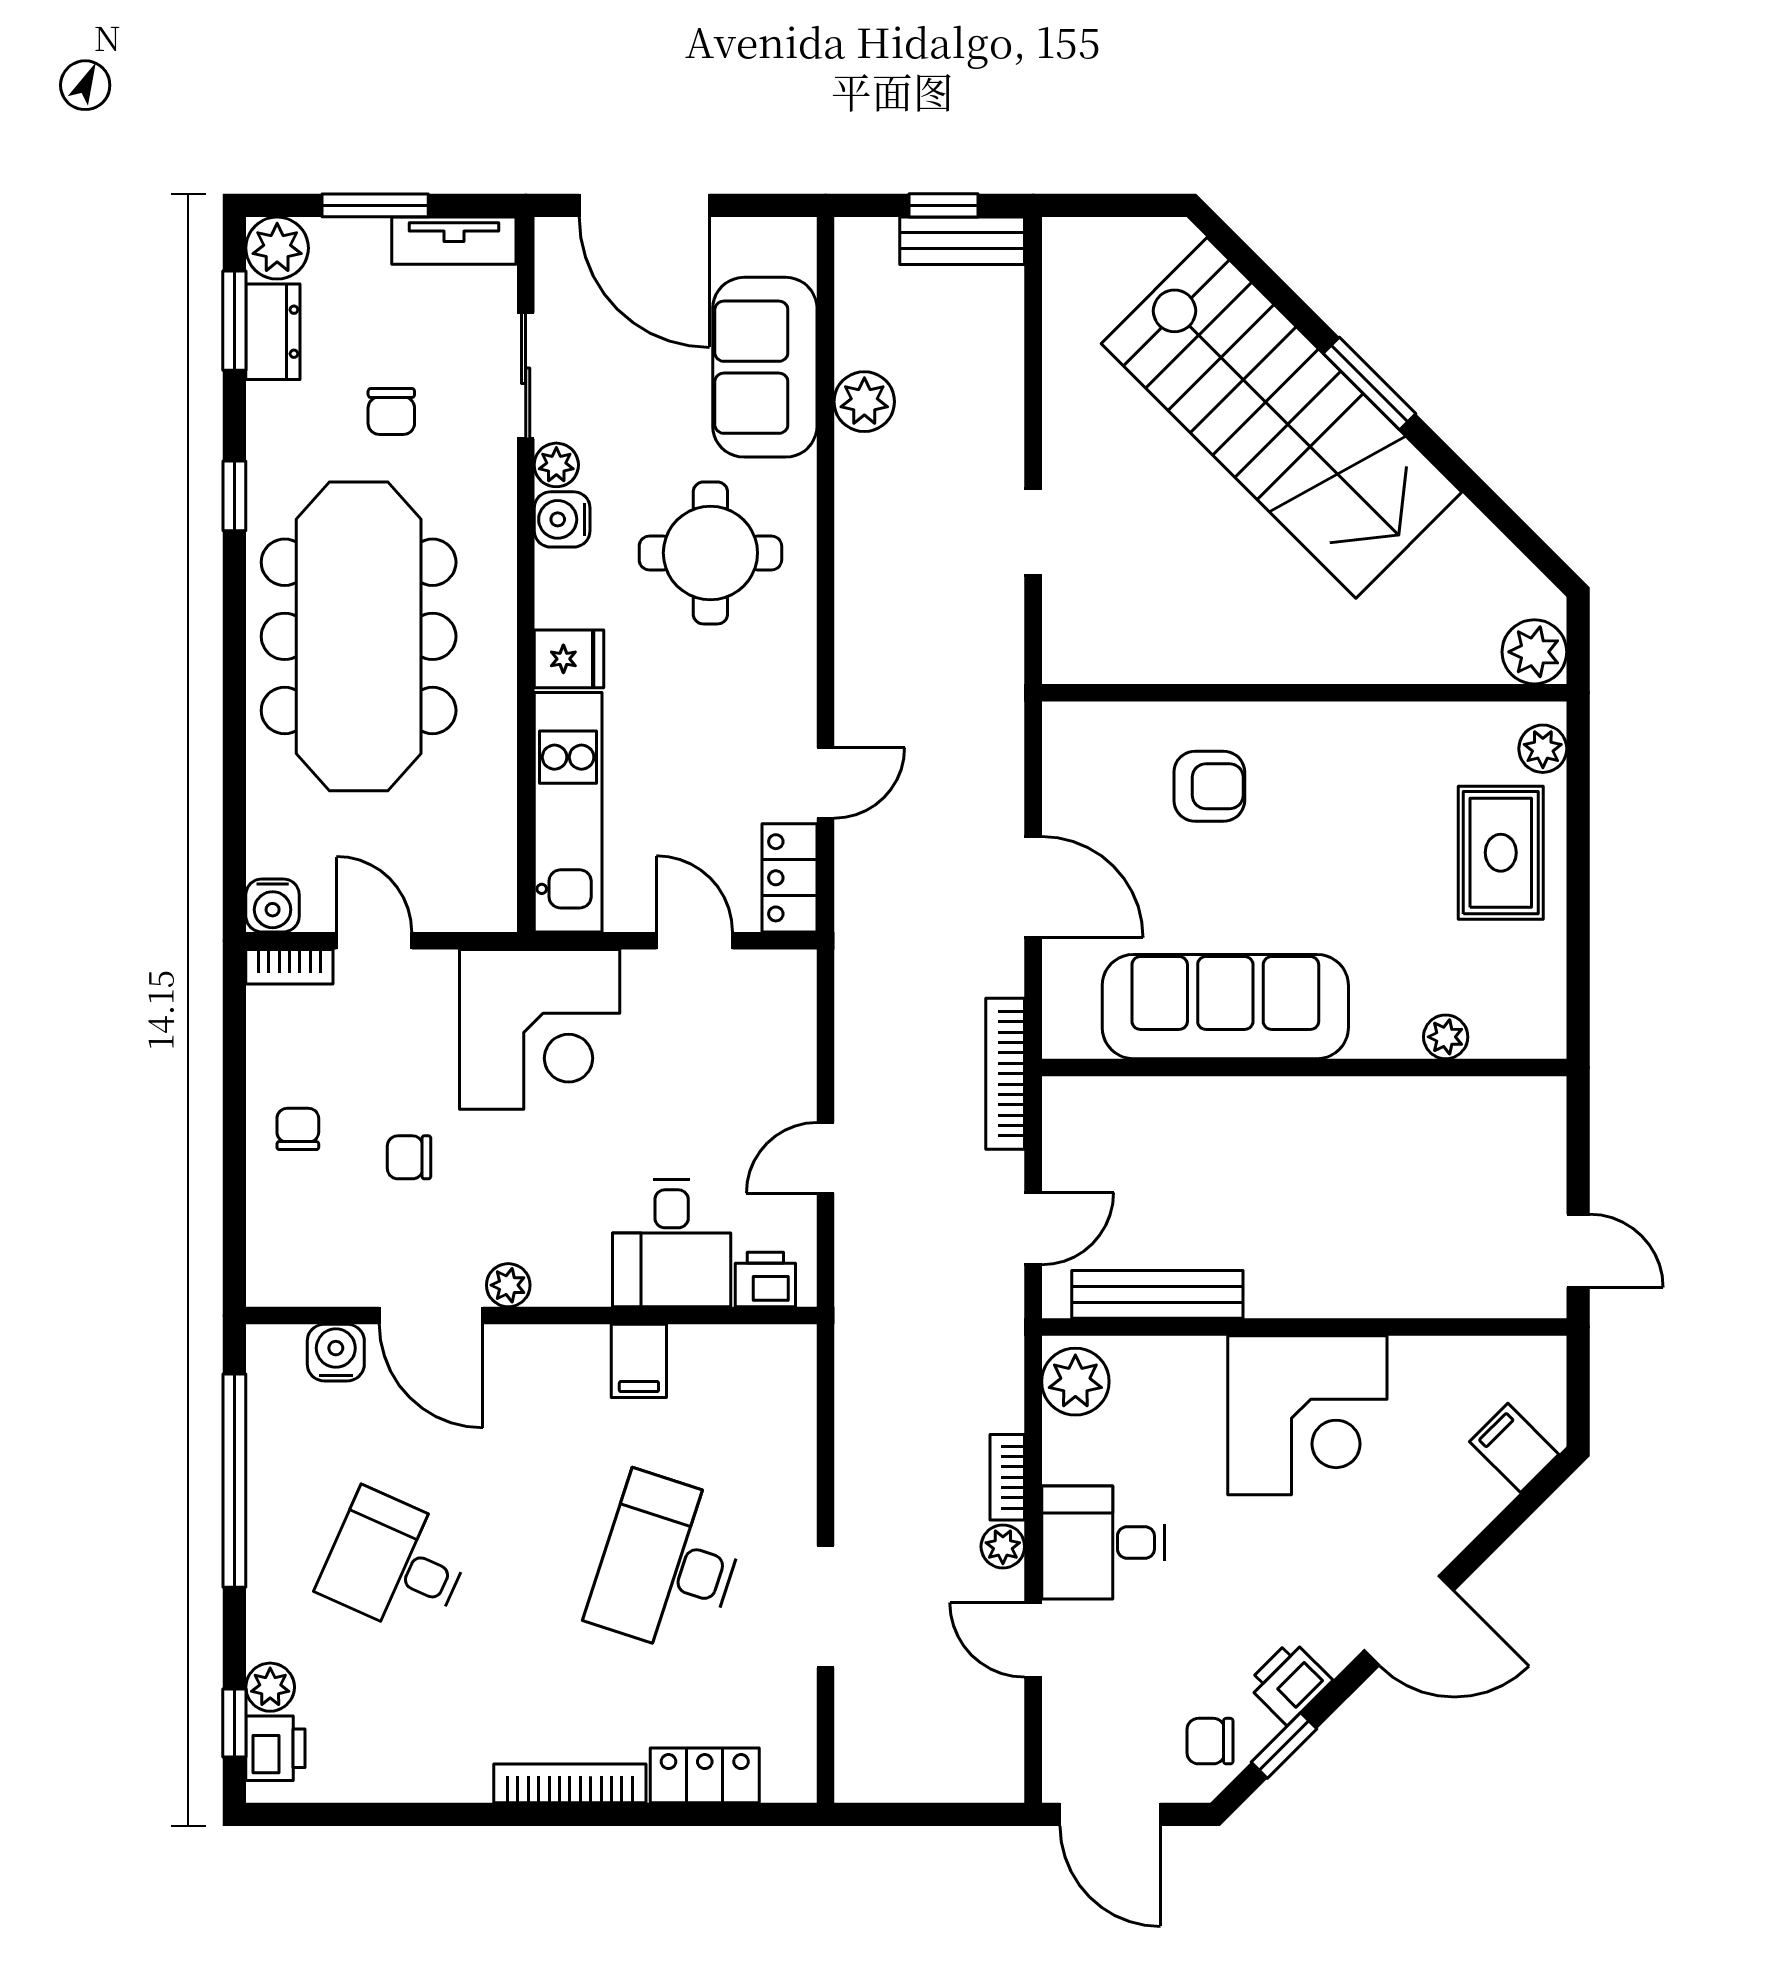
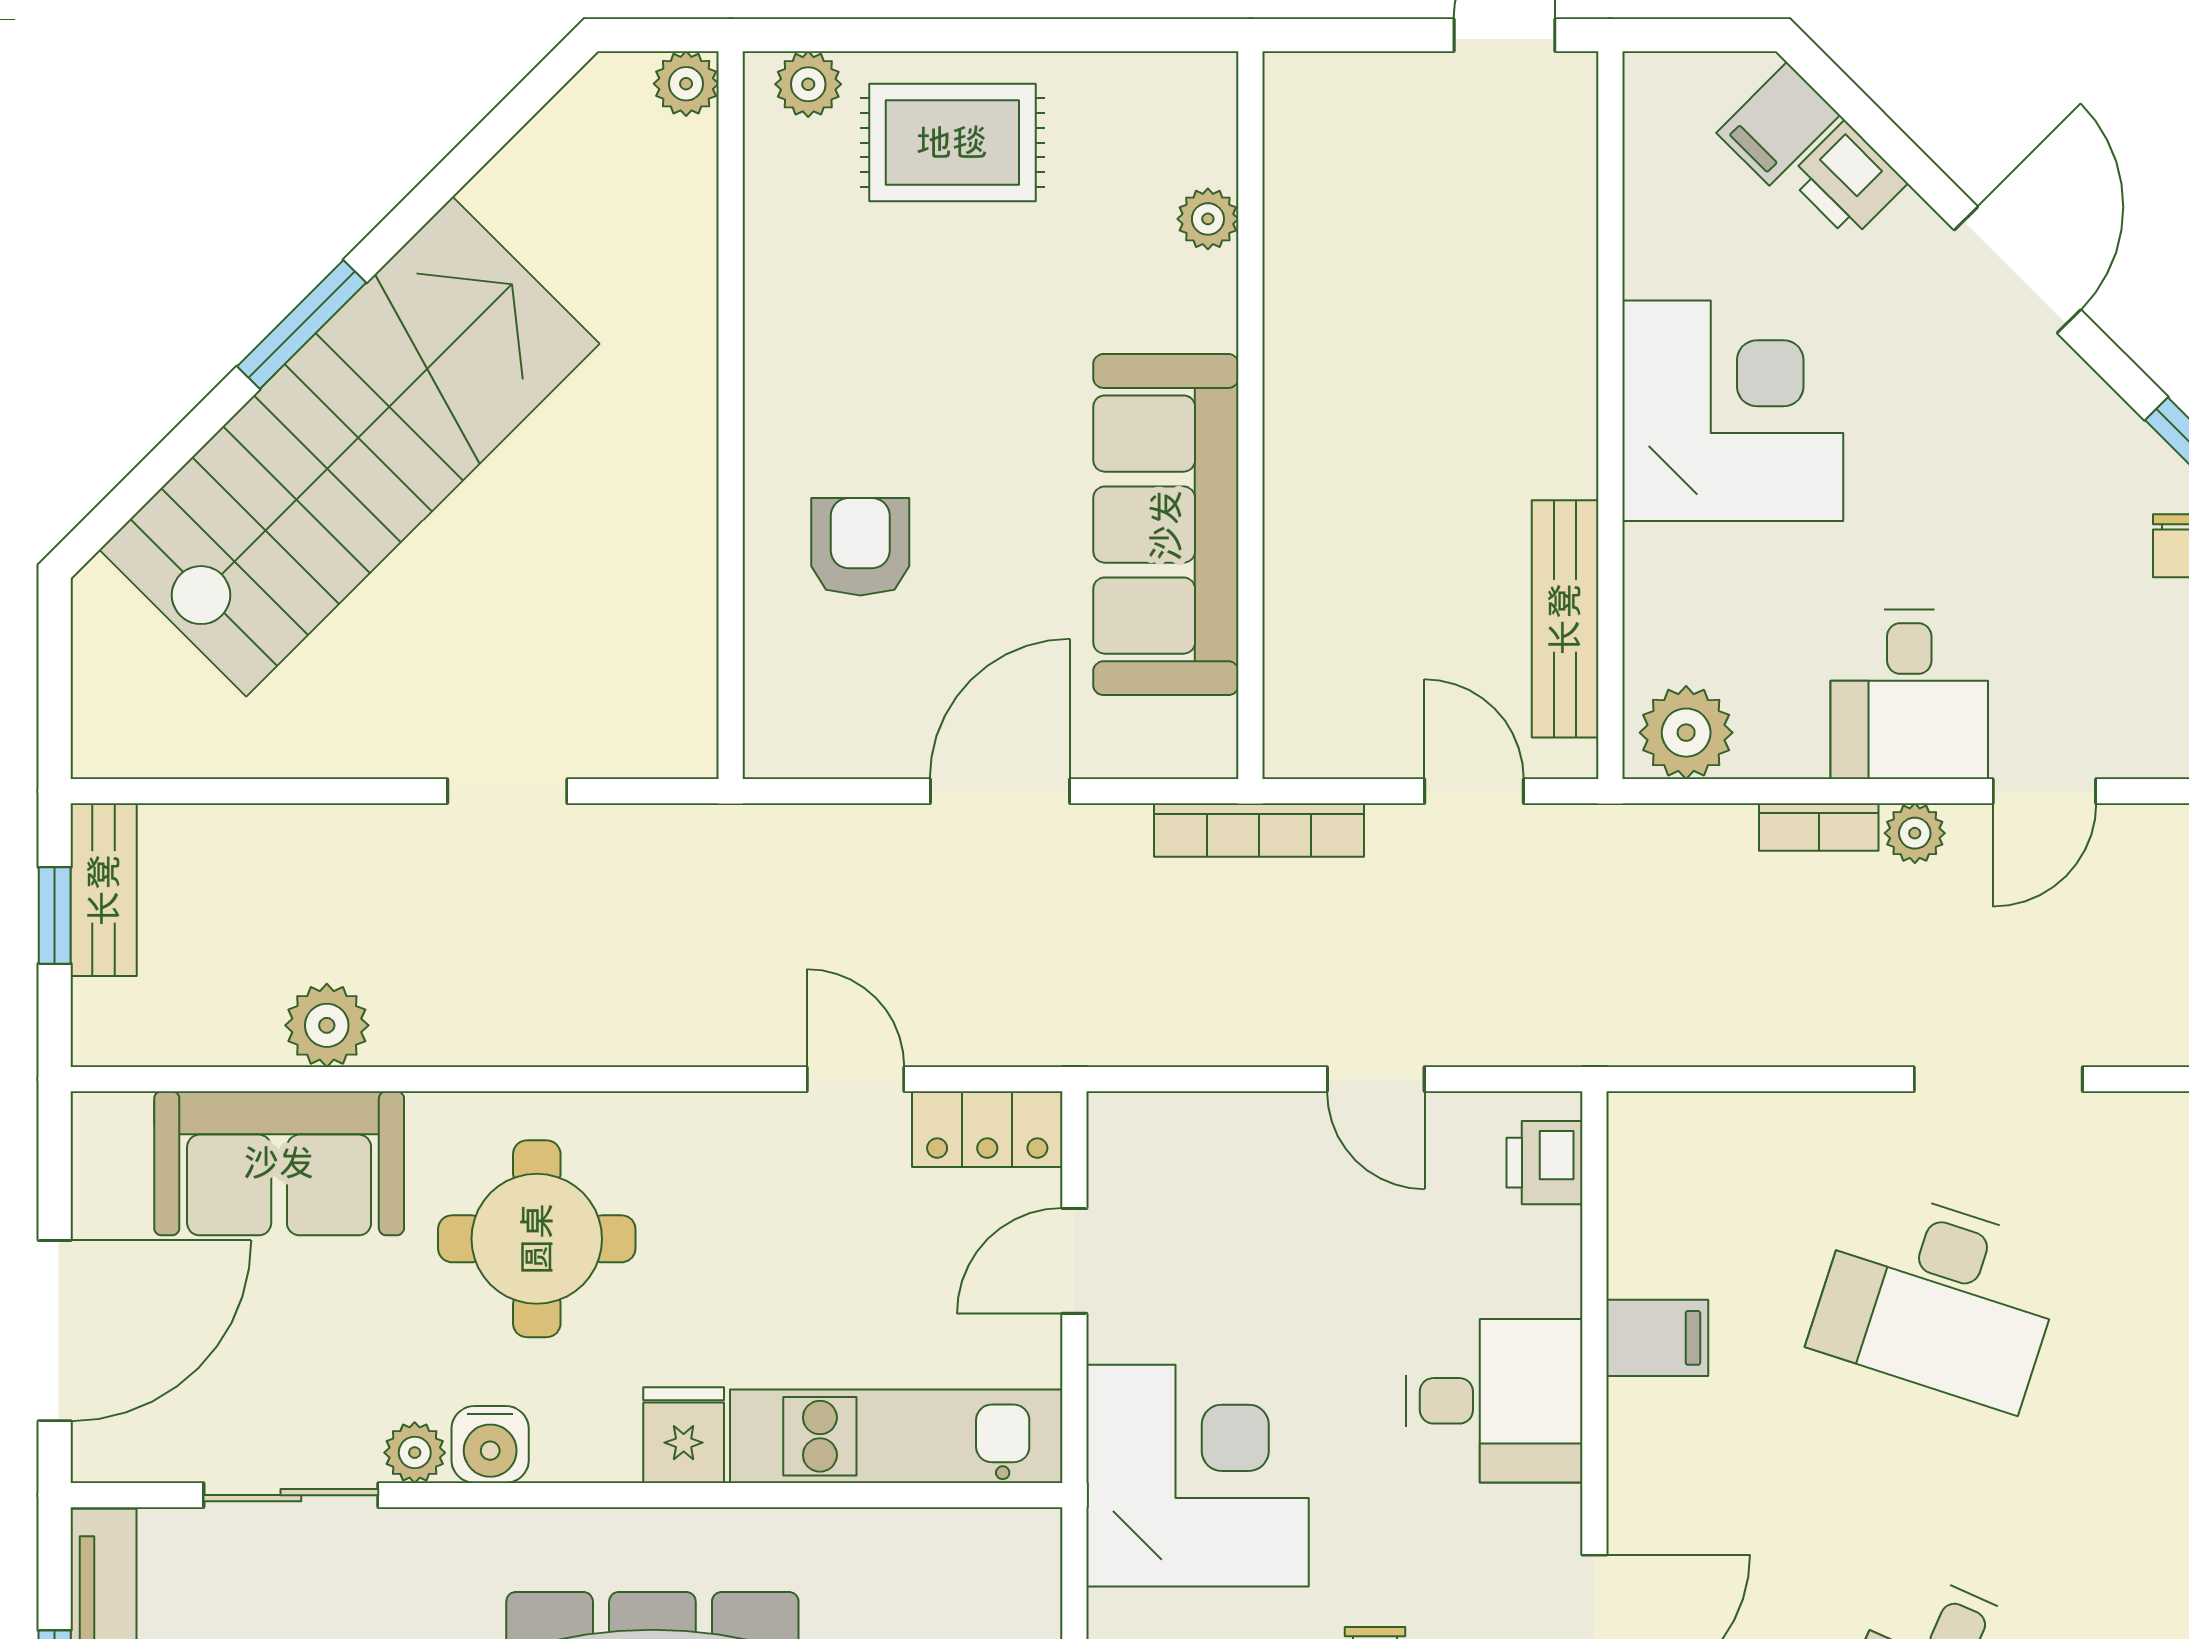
plant: (1534, 652) -> (686, 84), width x0.73, depth x0.73
desk: (672, 1243) -> (1494, 1401), moved
plant: (508, 1285) -> (1552, 1519), removed
printer: (1289, 1682) -> (1848, 180), moved

